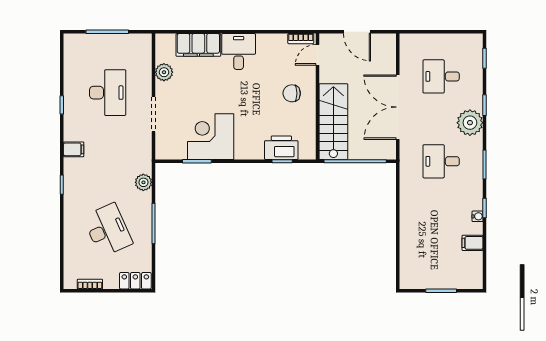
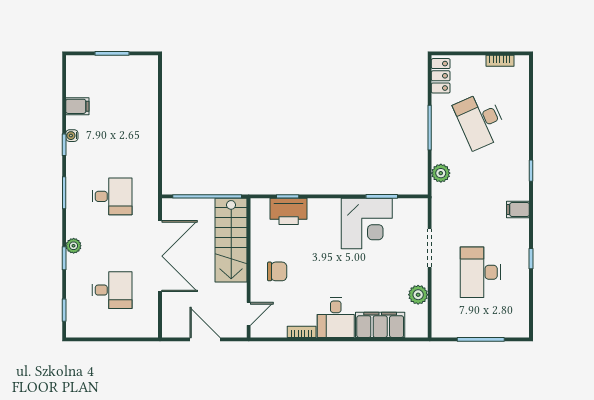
bookcase: (301, 39) -> (302, 332), moved
plant: (470, 123) -> (74, 246), width x0.53, depth x0.53
locker: (135, 281) -> (441, 76), moved, turned -90

